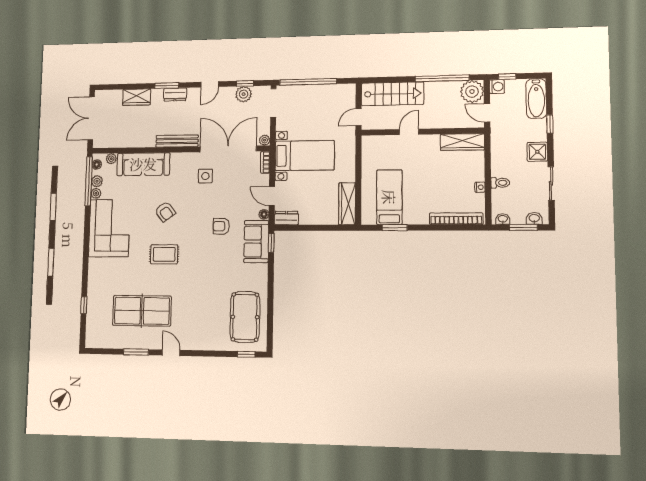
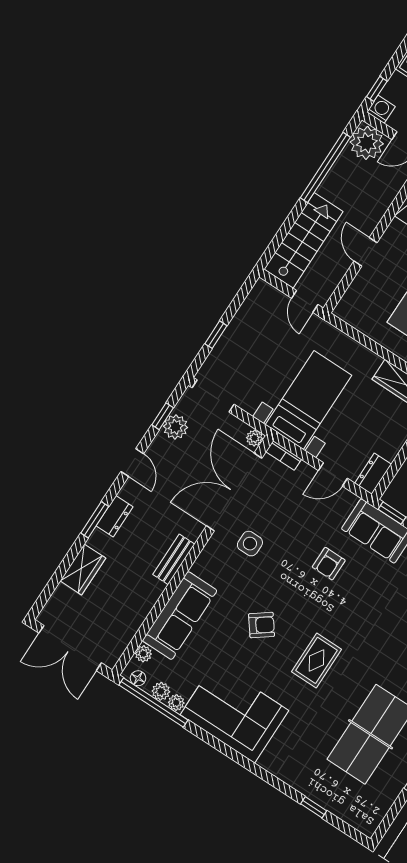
window: (308, 82) -> (216, 335), width x0.32
bench: (177, 141) -> (174, 559), width x0.73
floor lamp: (264, 214) -> (350, 499), removed

